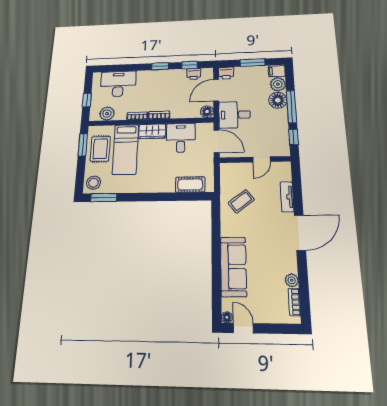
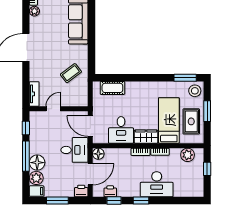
desk: (118, 84) -> (157, 184), moved
window: (83, 145) -> (207, 111), moved
tv unit: (287, 197) -> (34, 94), moved

